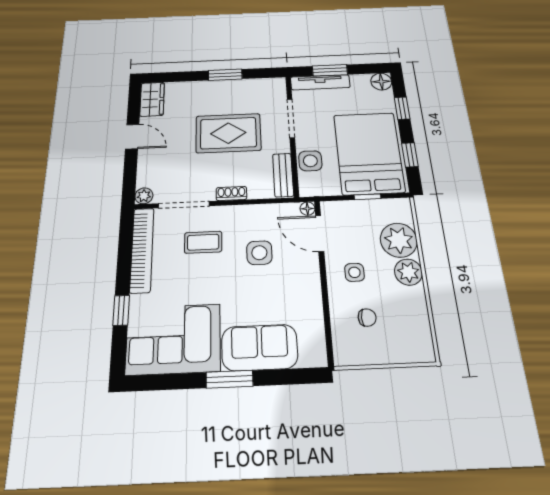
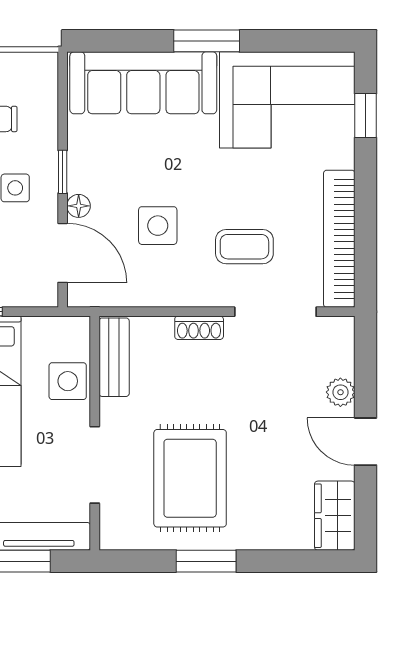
rug: (228, 133) -> (190, 478), moved, turned 90
plant: (144, 196) -> (340, 392), moved
floor lamp: (307, 209) -> (79, 206), moved
window: (324, 284) -> (63, 172), added
window: (121, 310) -> (366, 116), moved
sofa: (260, 347) -> (143, 83), width x1.36

